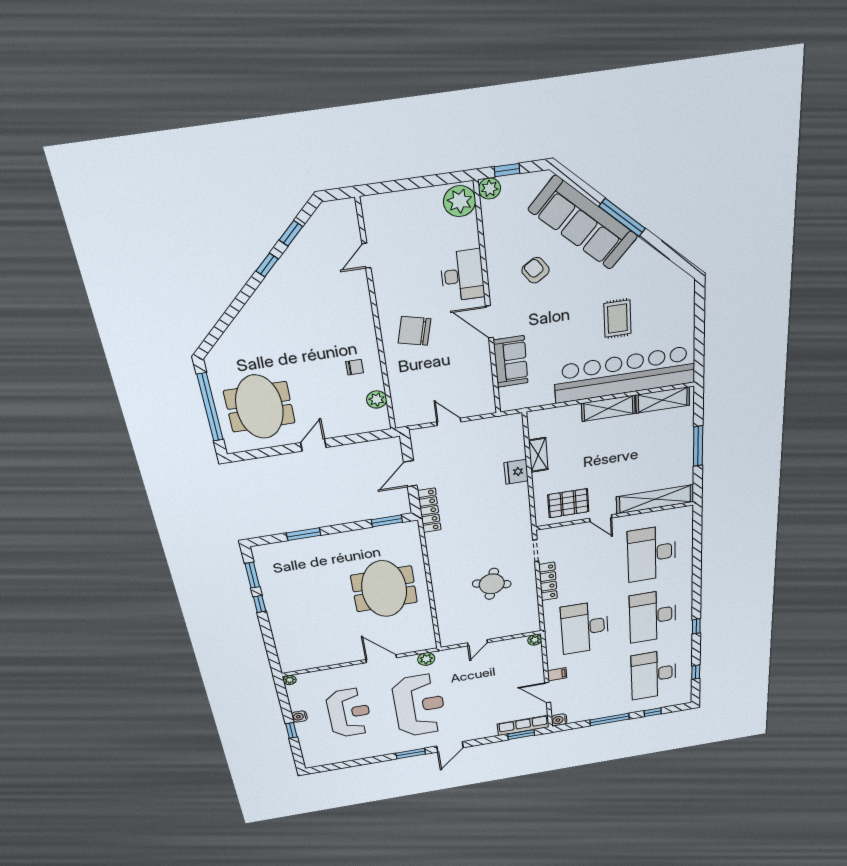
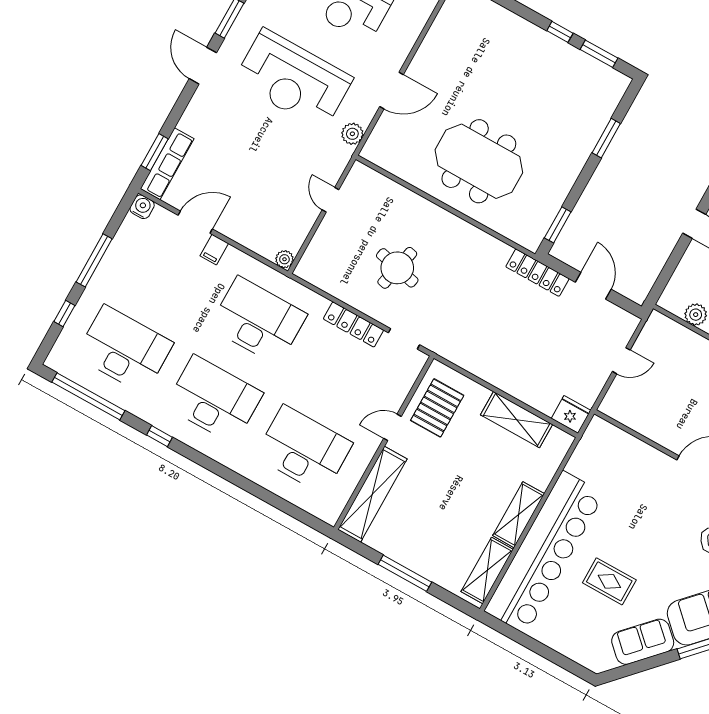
sofa: (511, 362) -> (643, 642), moved, turned 133
shelving: (538, 455) -> (517, 420), width x1.50, depth x1.33
fridge: (516, 472) -> (571, 414), moved
window: (696, 672) -> (88, 396), width x3.17

